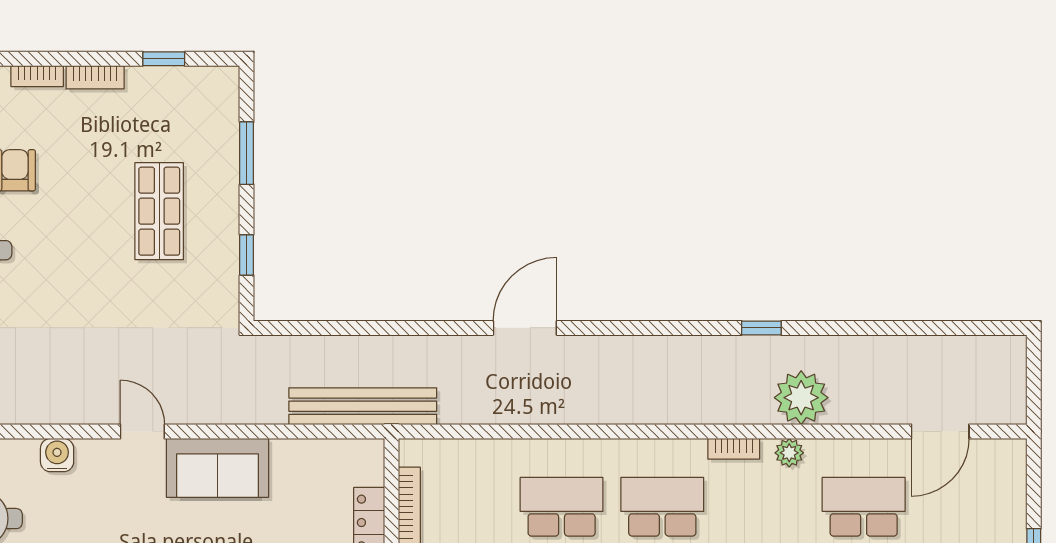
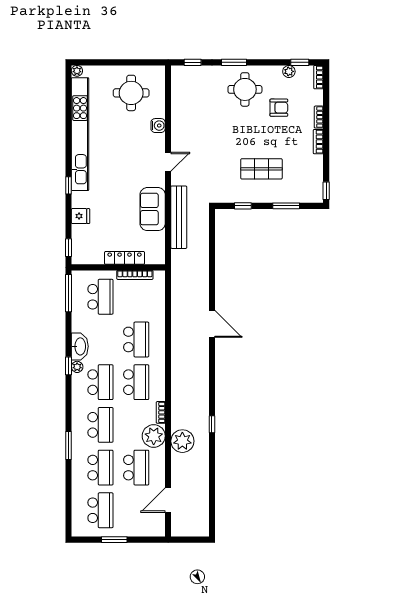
window: (164, 59) -> (326, 191), moved
bench: (363, 406) -> (179, 217), moved
door: (940, 432) -> (168, 500), hinge flipped
plant: (789, 453) -> (154, 436), width x1.88, depth x1.88
sofa: (217, 468) -> (153, 209), moved

